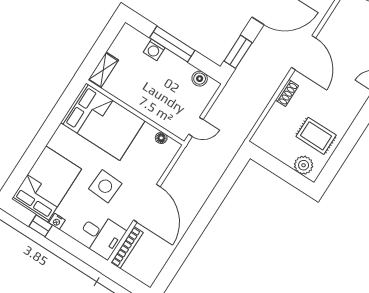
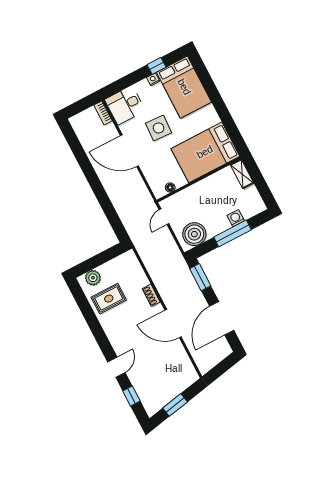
boiler: (200, 79) -> (194, 234), width x1.86, depth x1.86
bookcase: (127, 248) -> (103, 113), width x0.64

